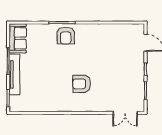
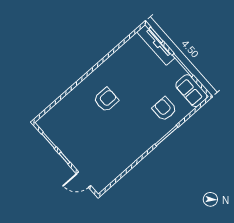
armchair: (66, 36) -> (164, 109), moved
tv unit: (14, 74) -> (156, 45), moved
double door: (125, 113) -> (49, 107), removed

